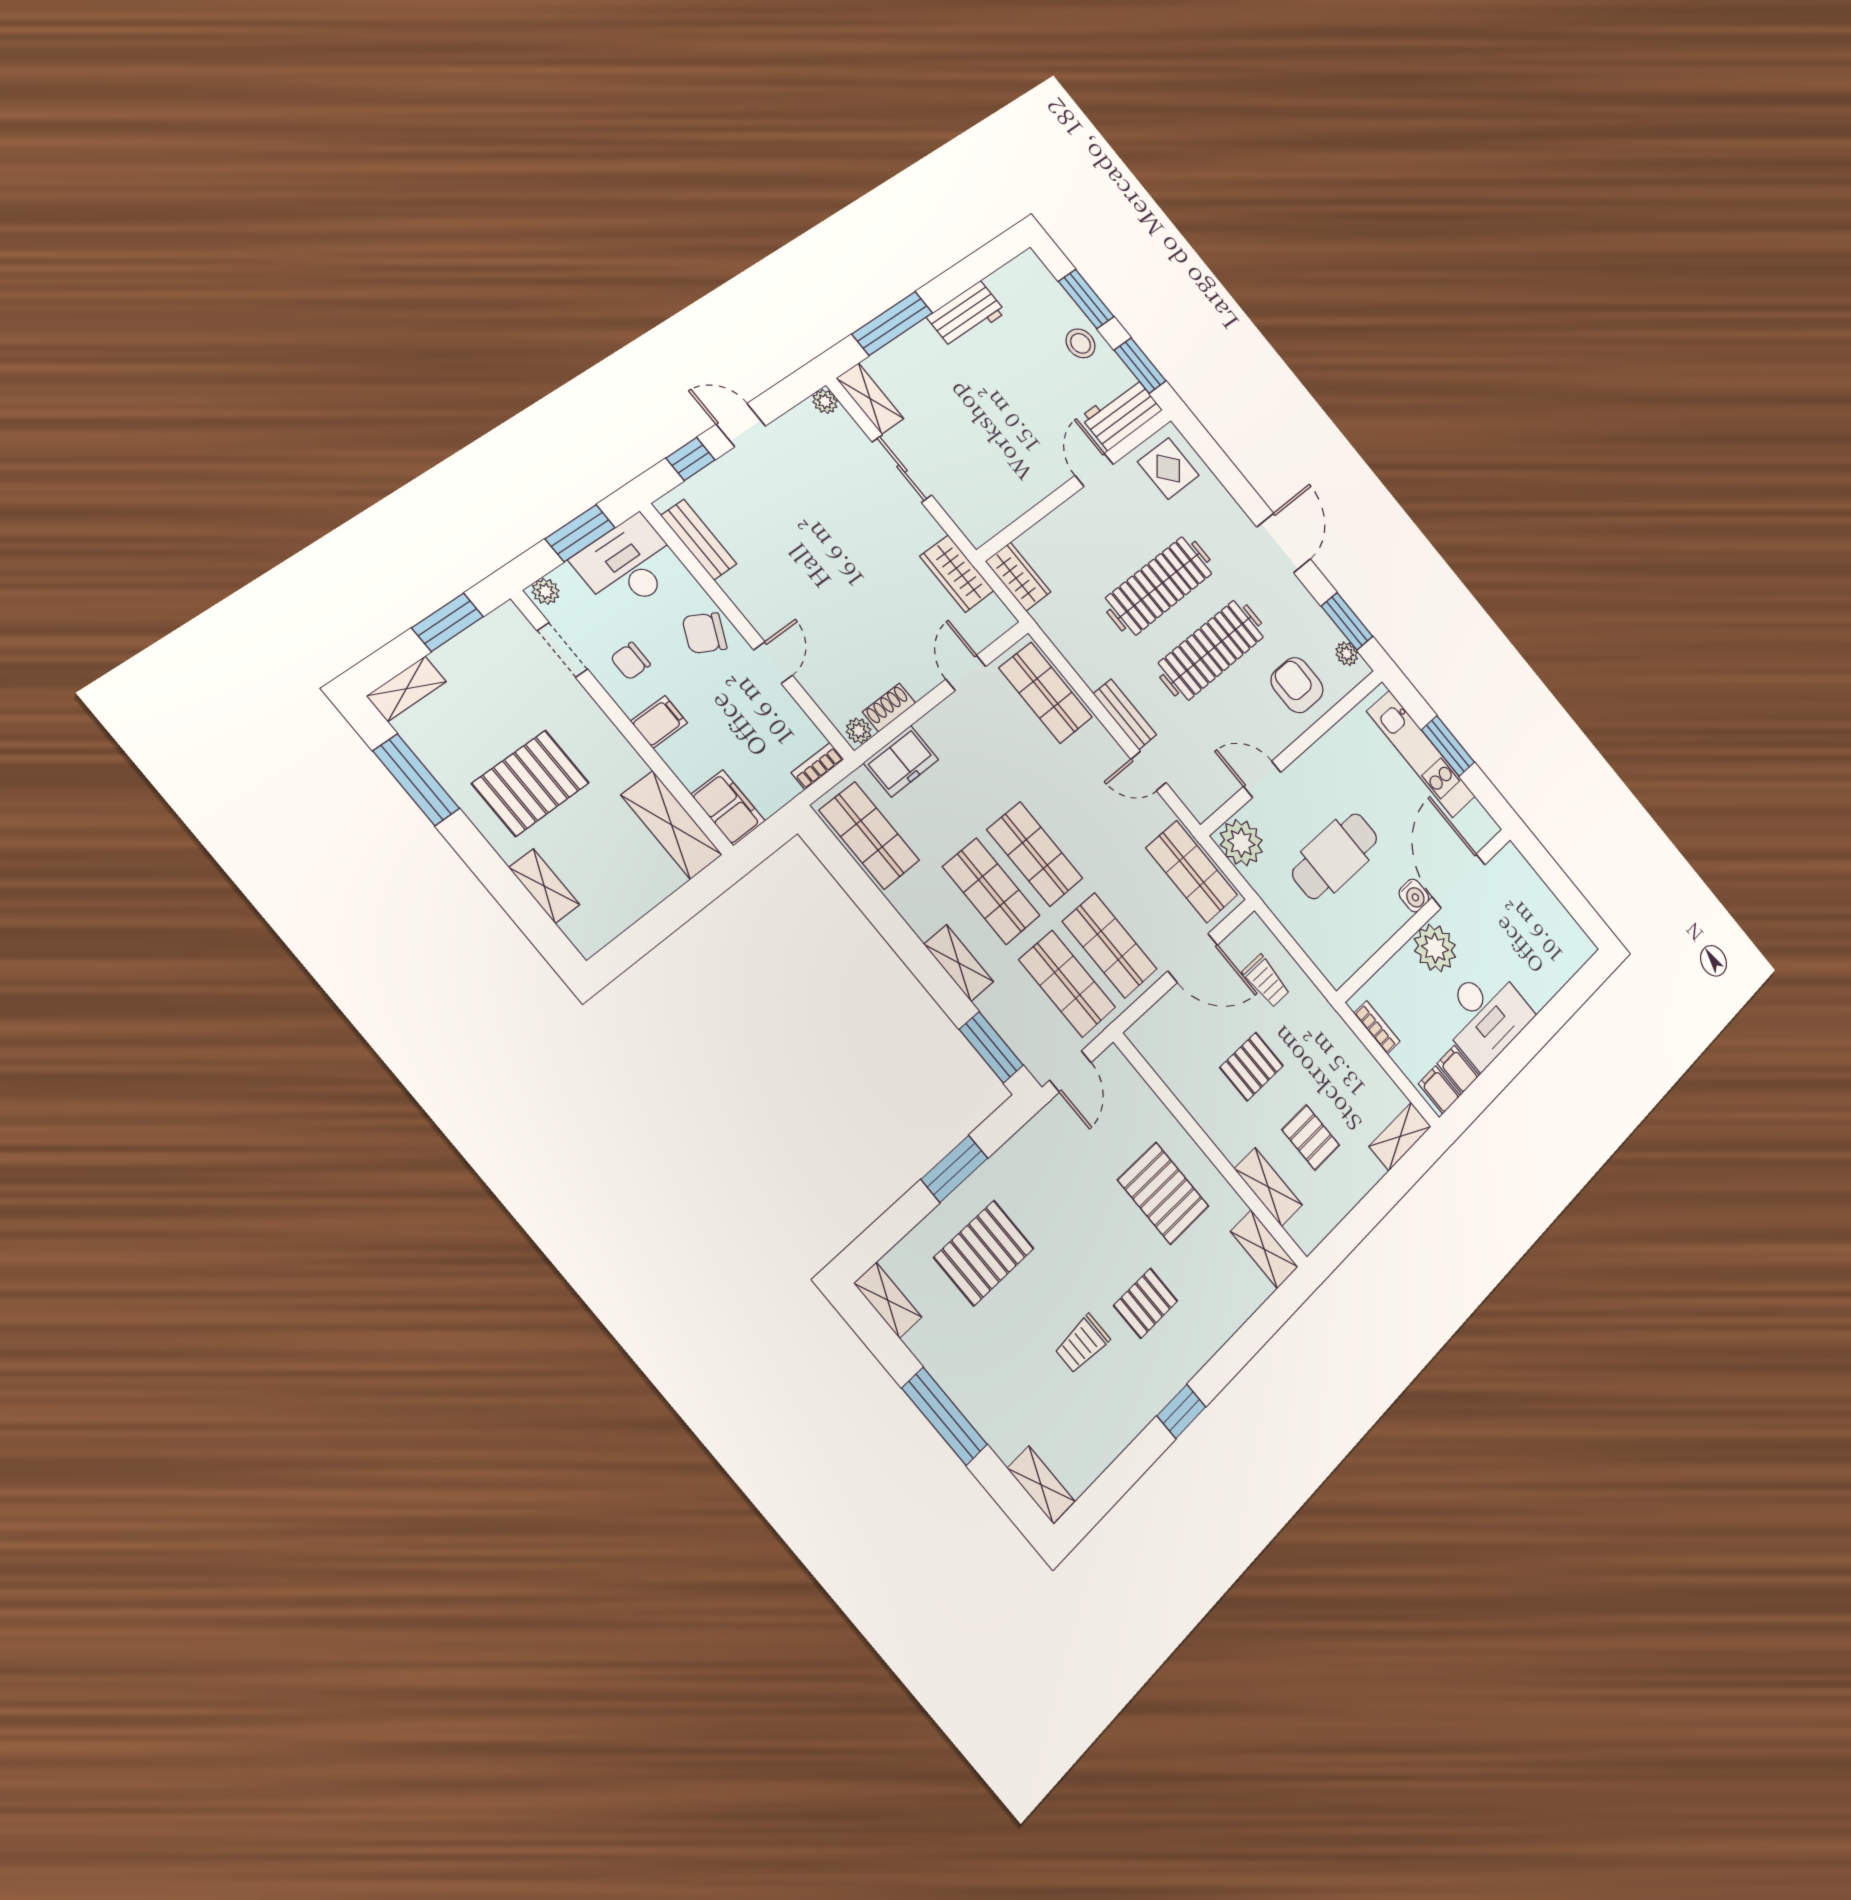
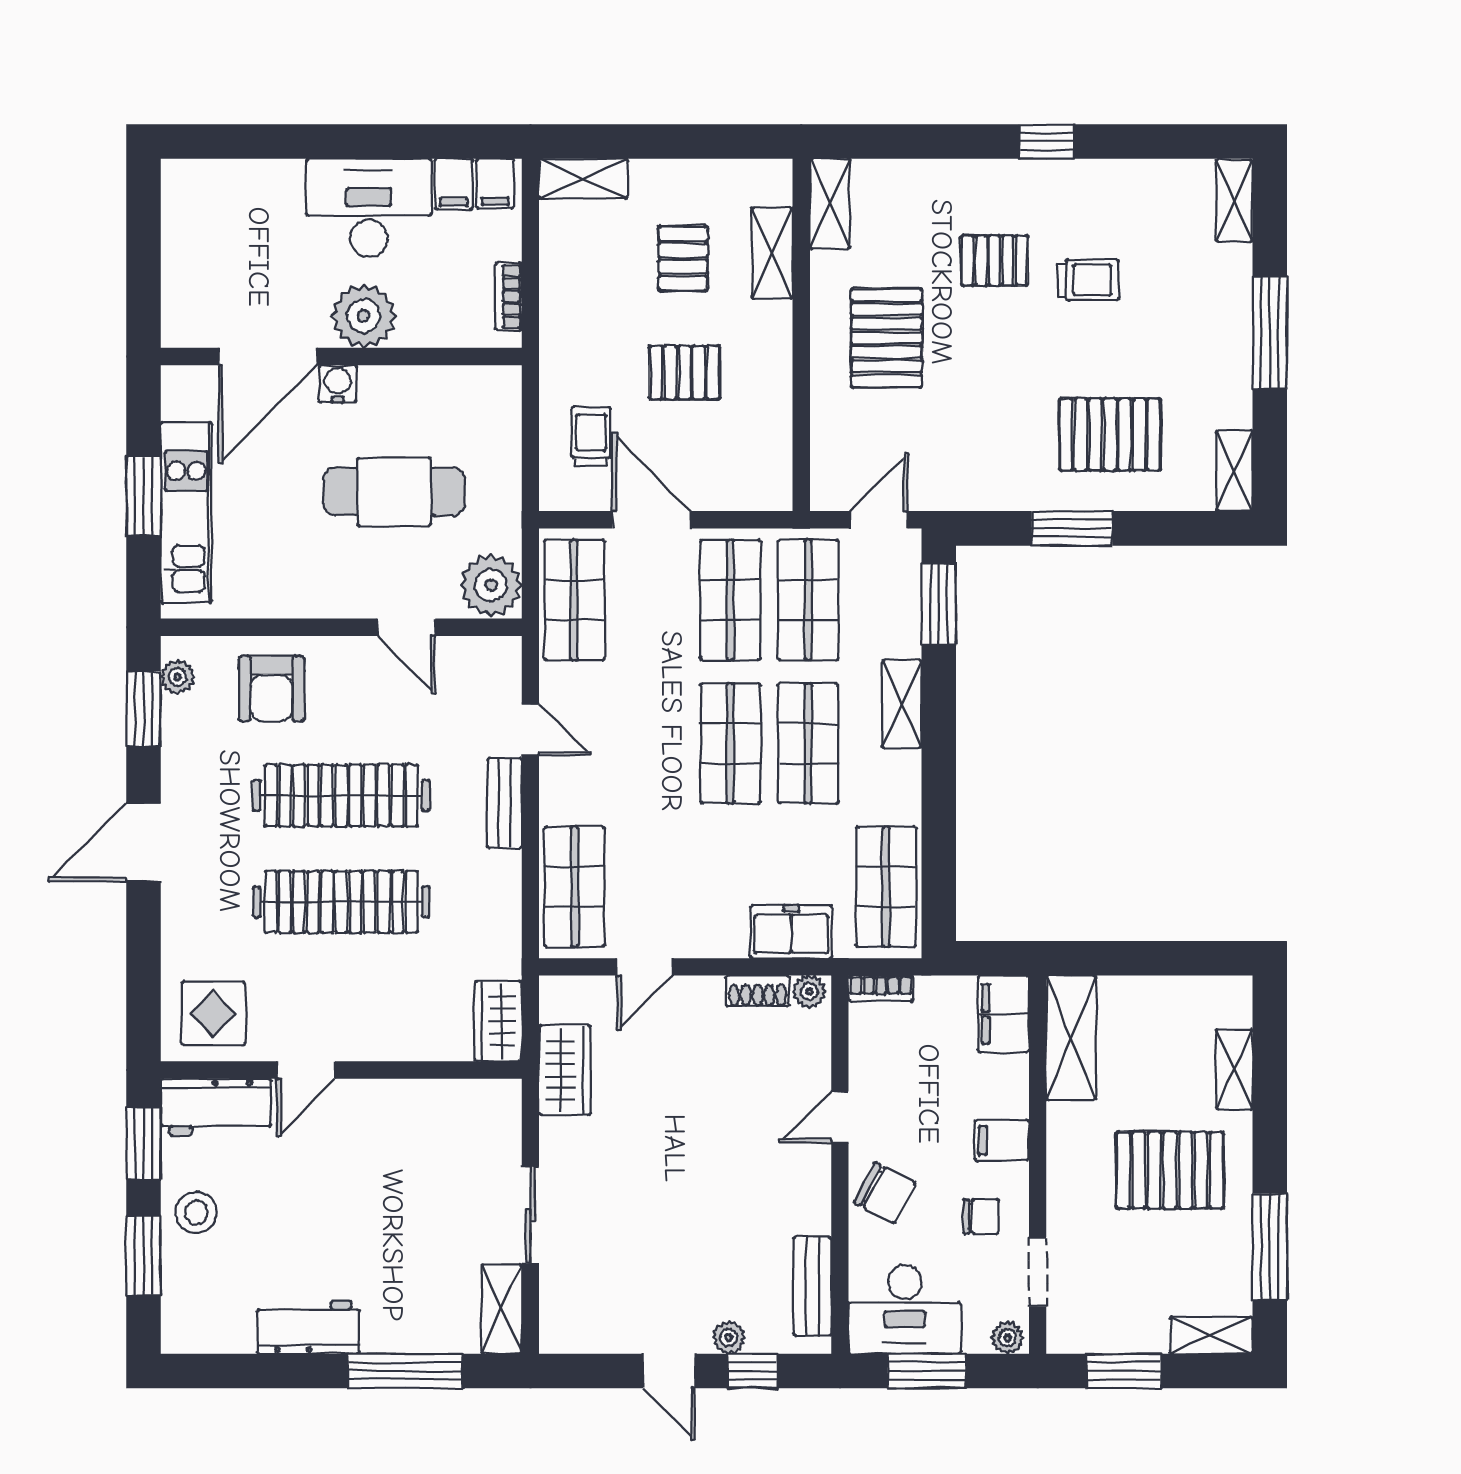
plant: (825, 401) -> (729, 1337), moved

